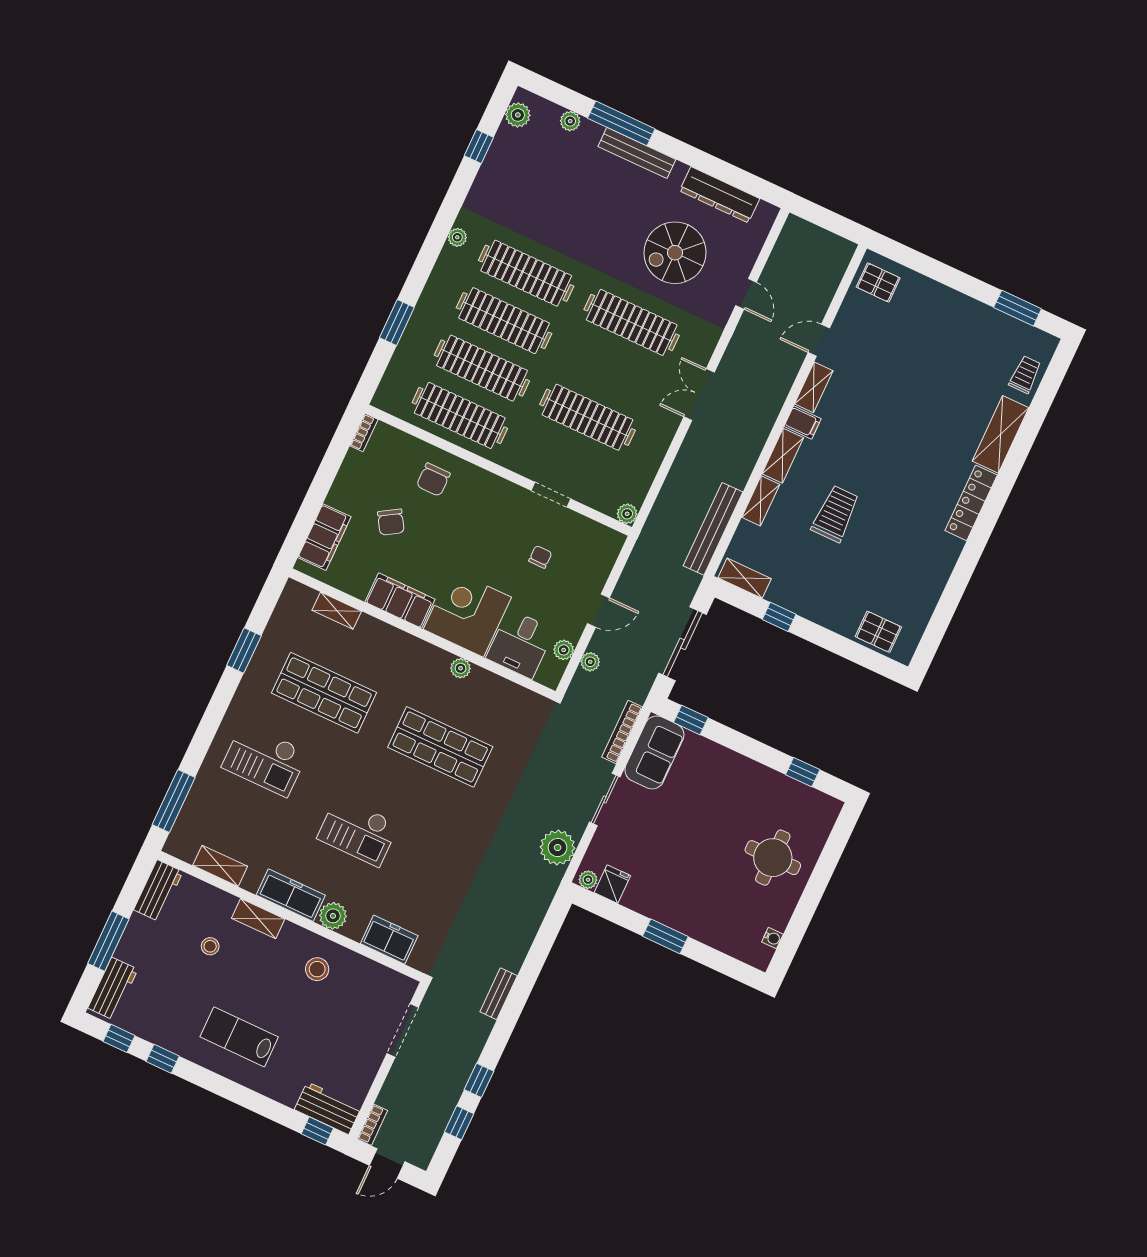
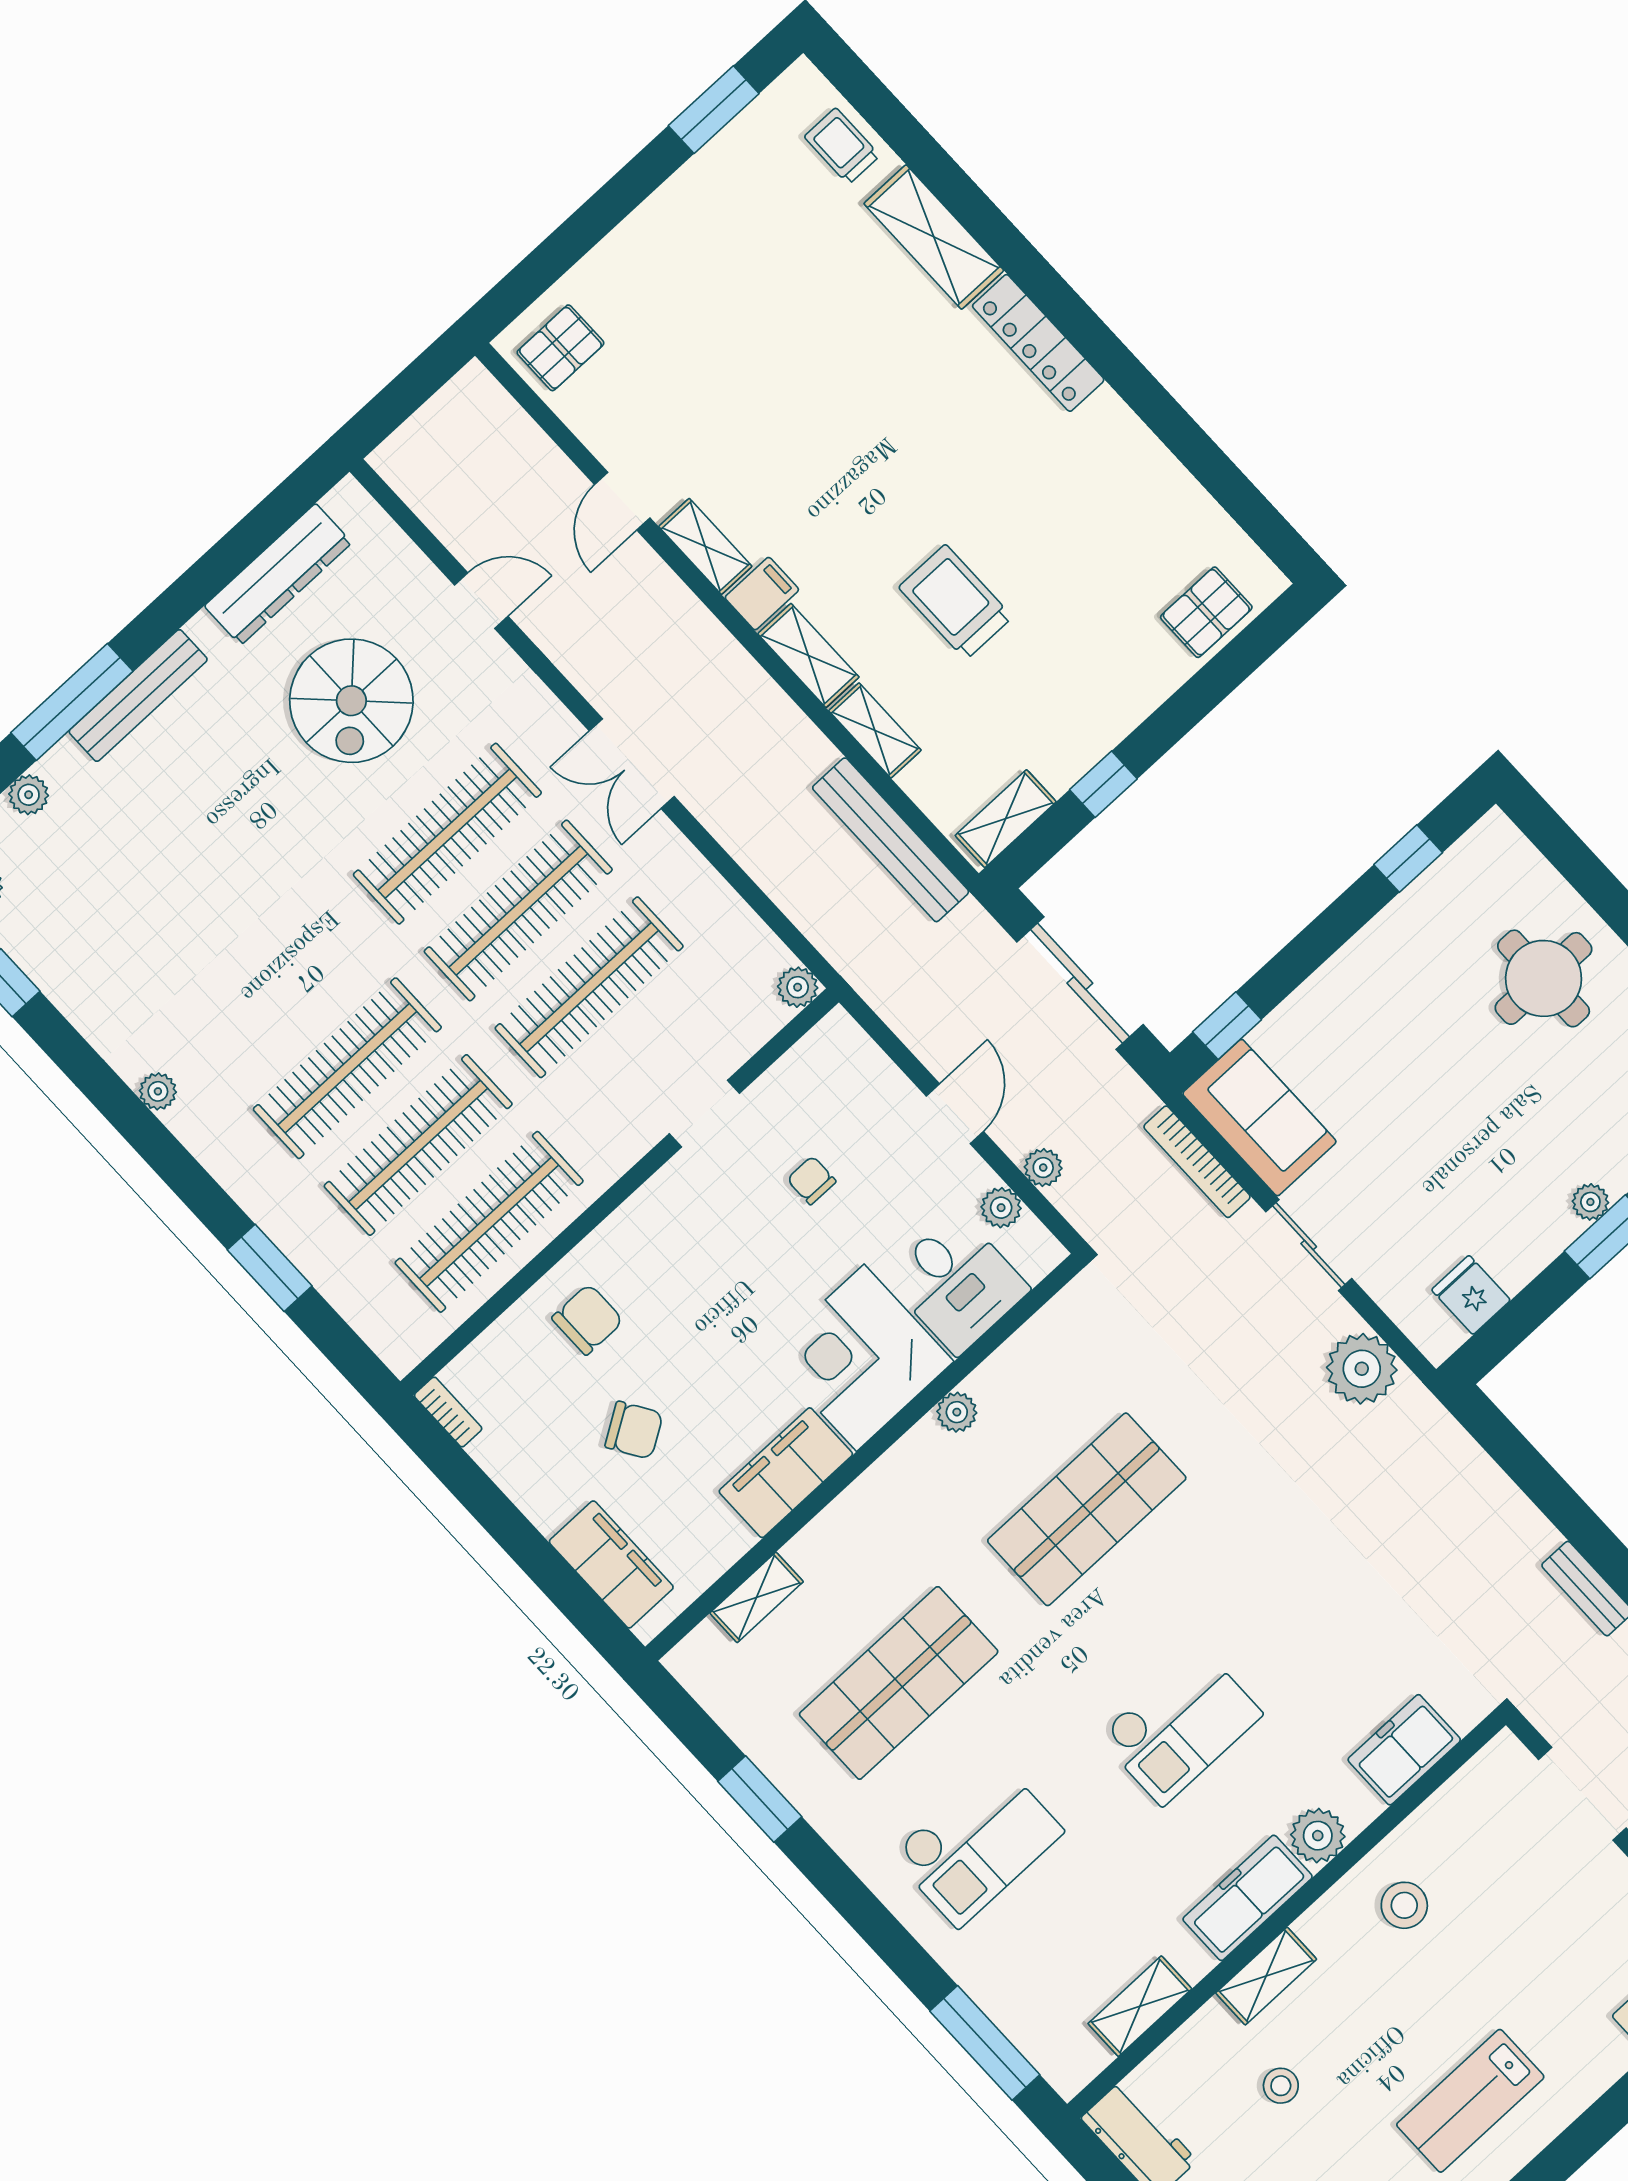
clothes rail: (526, 273) -> (518, 910), moved
chair: (433, 480) -> (588, 1319), turned -90
plant: (588, 880) -> (1590, 1202), moved

